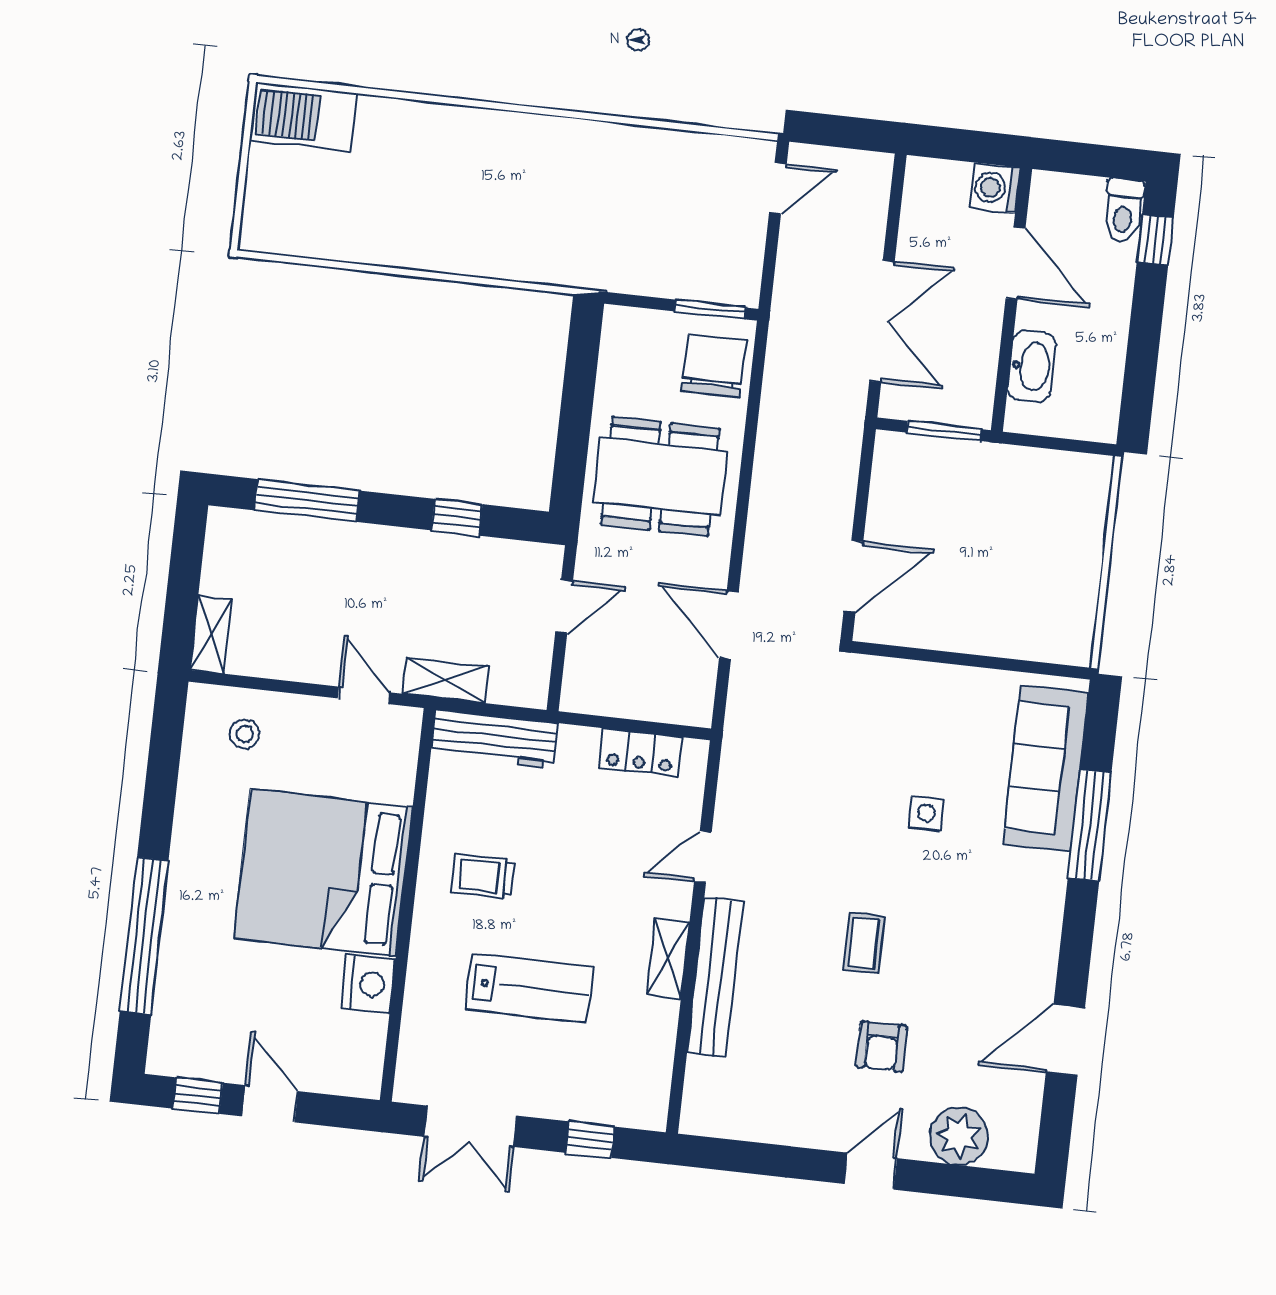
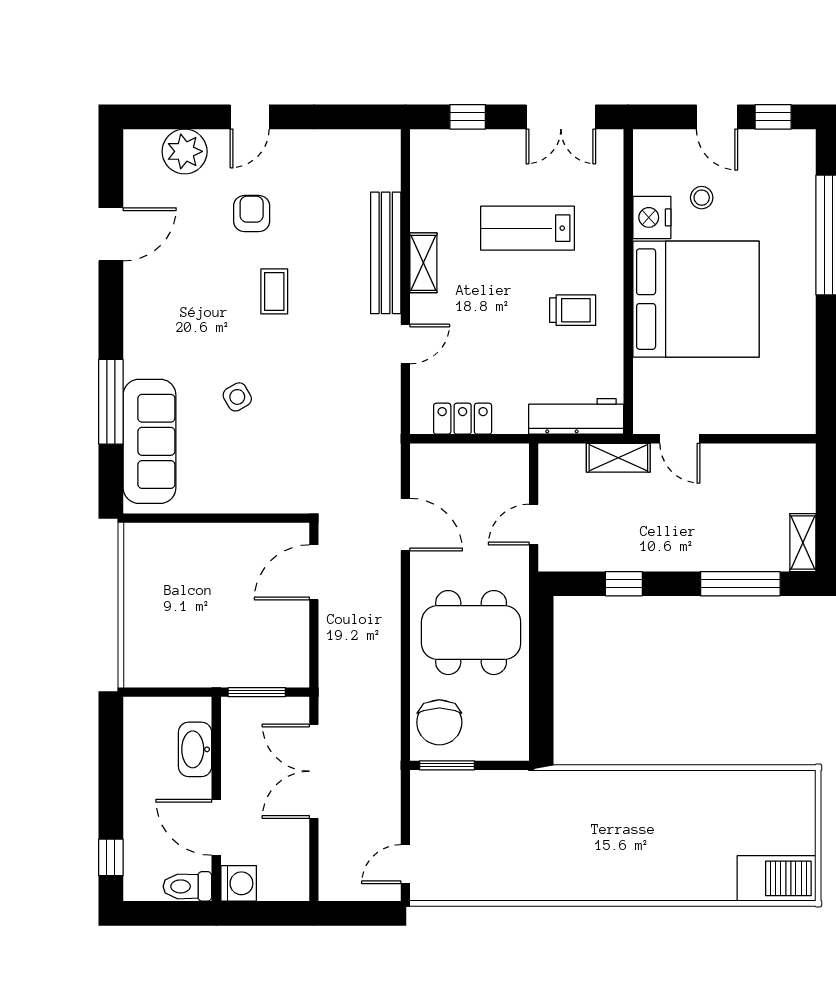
toilet: (1123, 211) -> (187, 886), moved, turned -90
shelving: (211, 635) -> (803, 543), moved
stool: (245, 734) -> (702, 198), moved
side table: (926, 813) -> (237, 397), turned -30
double door: (470, 1126) -> (561, 117), swing flipped

